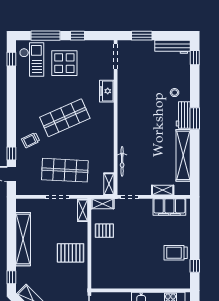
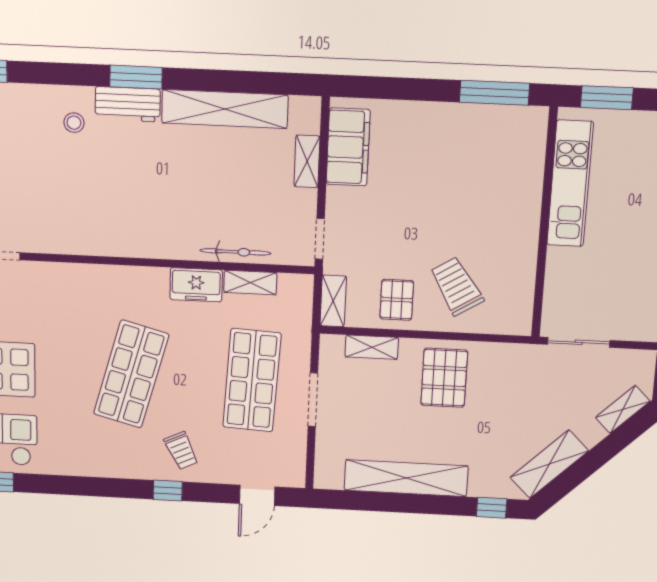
freezer: (107, 91) -> (196, 285), moved
shop shelf: (65, 118) -> (131, 374), turned 39
window: (11, 153) -> (168, 491), moved
shelving: (109, 184) -> (250, 283), moved
shelving: (83, 210) -> (372, 347), moved
trolley: (176, 253) -> (457, 286), moved, turned 148
window: (195, 266) -> (494, 93), width x2.17

